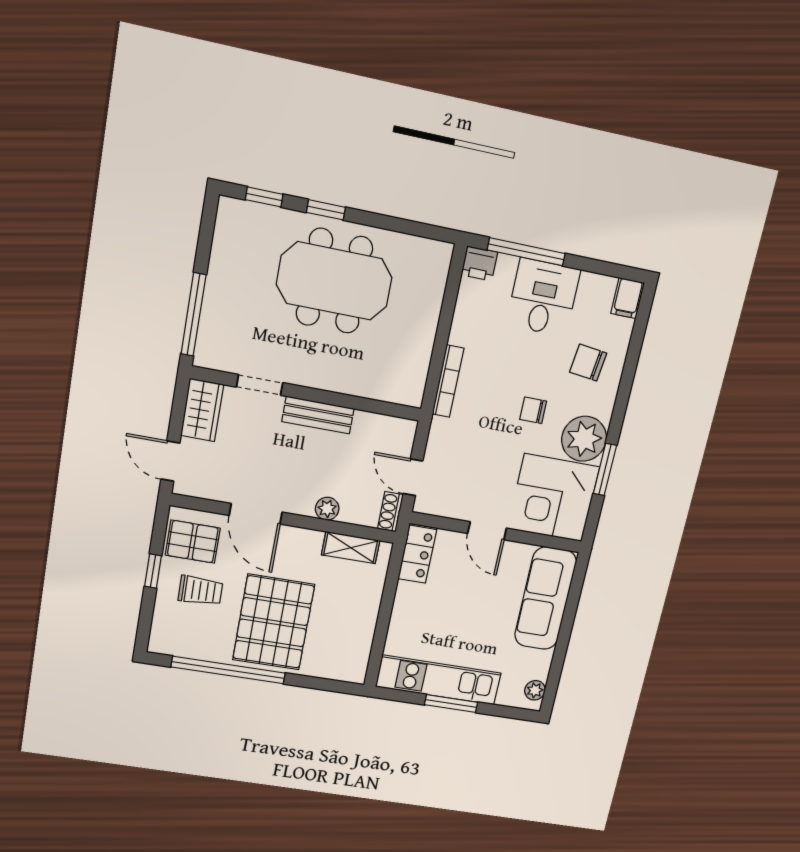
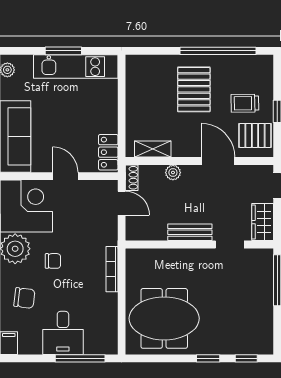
printer: (479, 264) -> (108, 345), removed
meeting table: (334, 281) -> (164, 318), moved
pallet: (274, 622) -> (194, 89), width x0.73, depth x0.71

